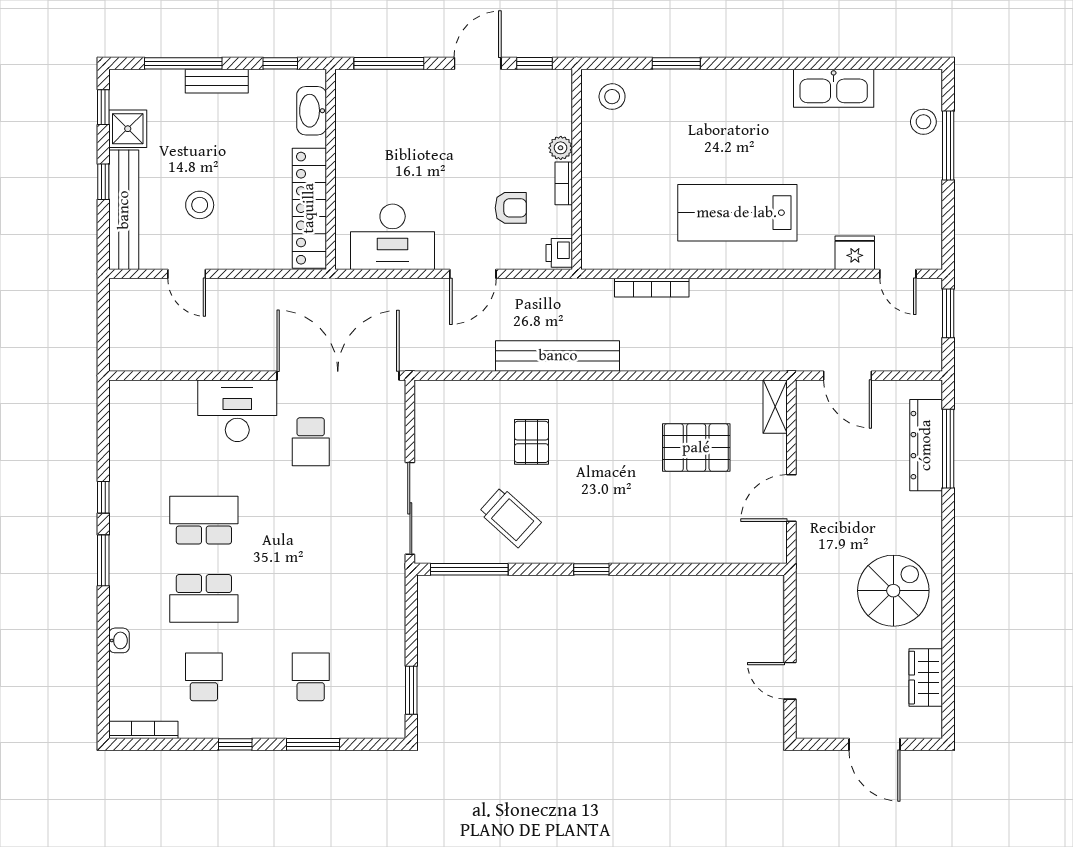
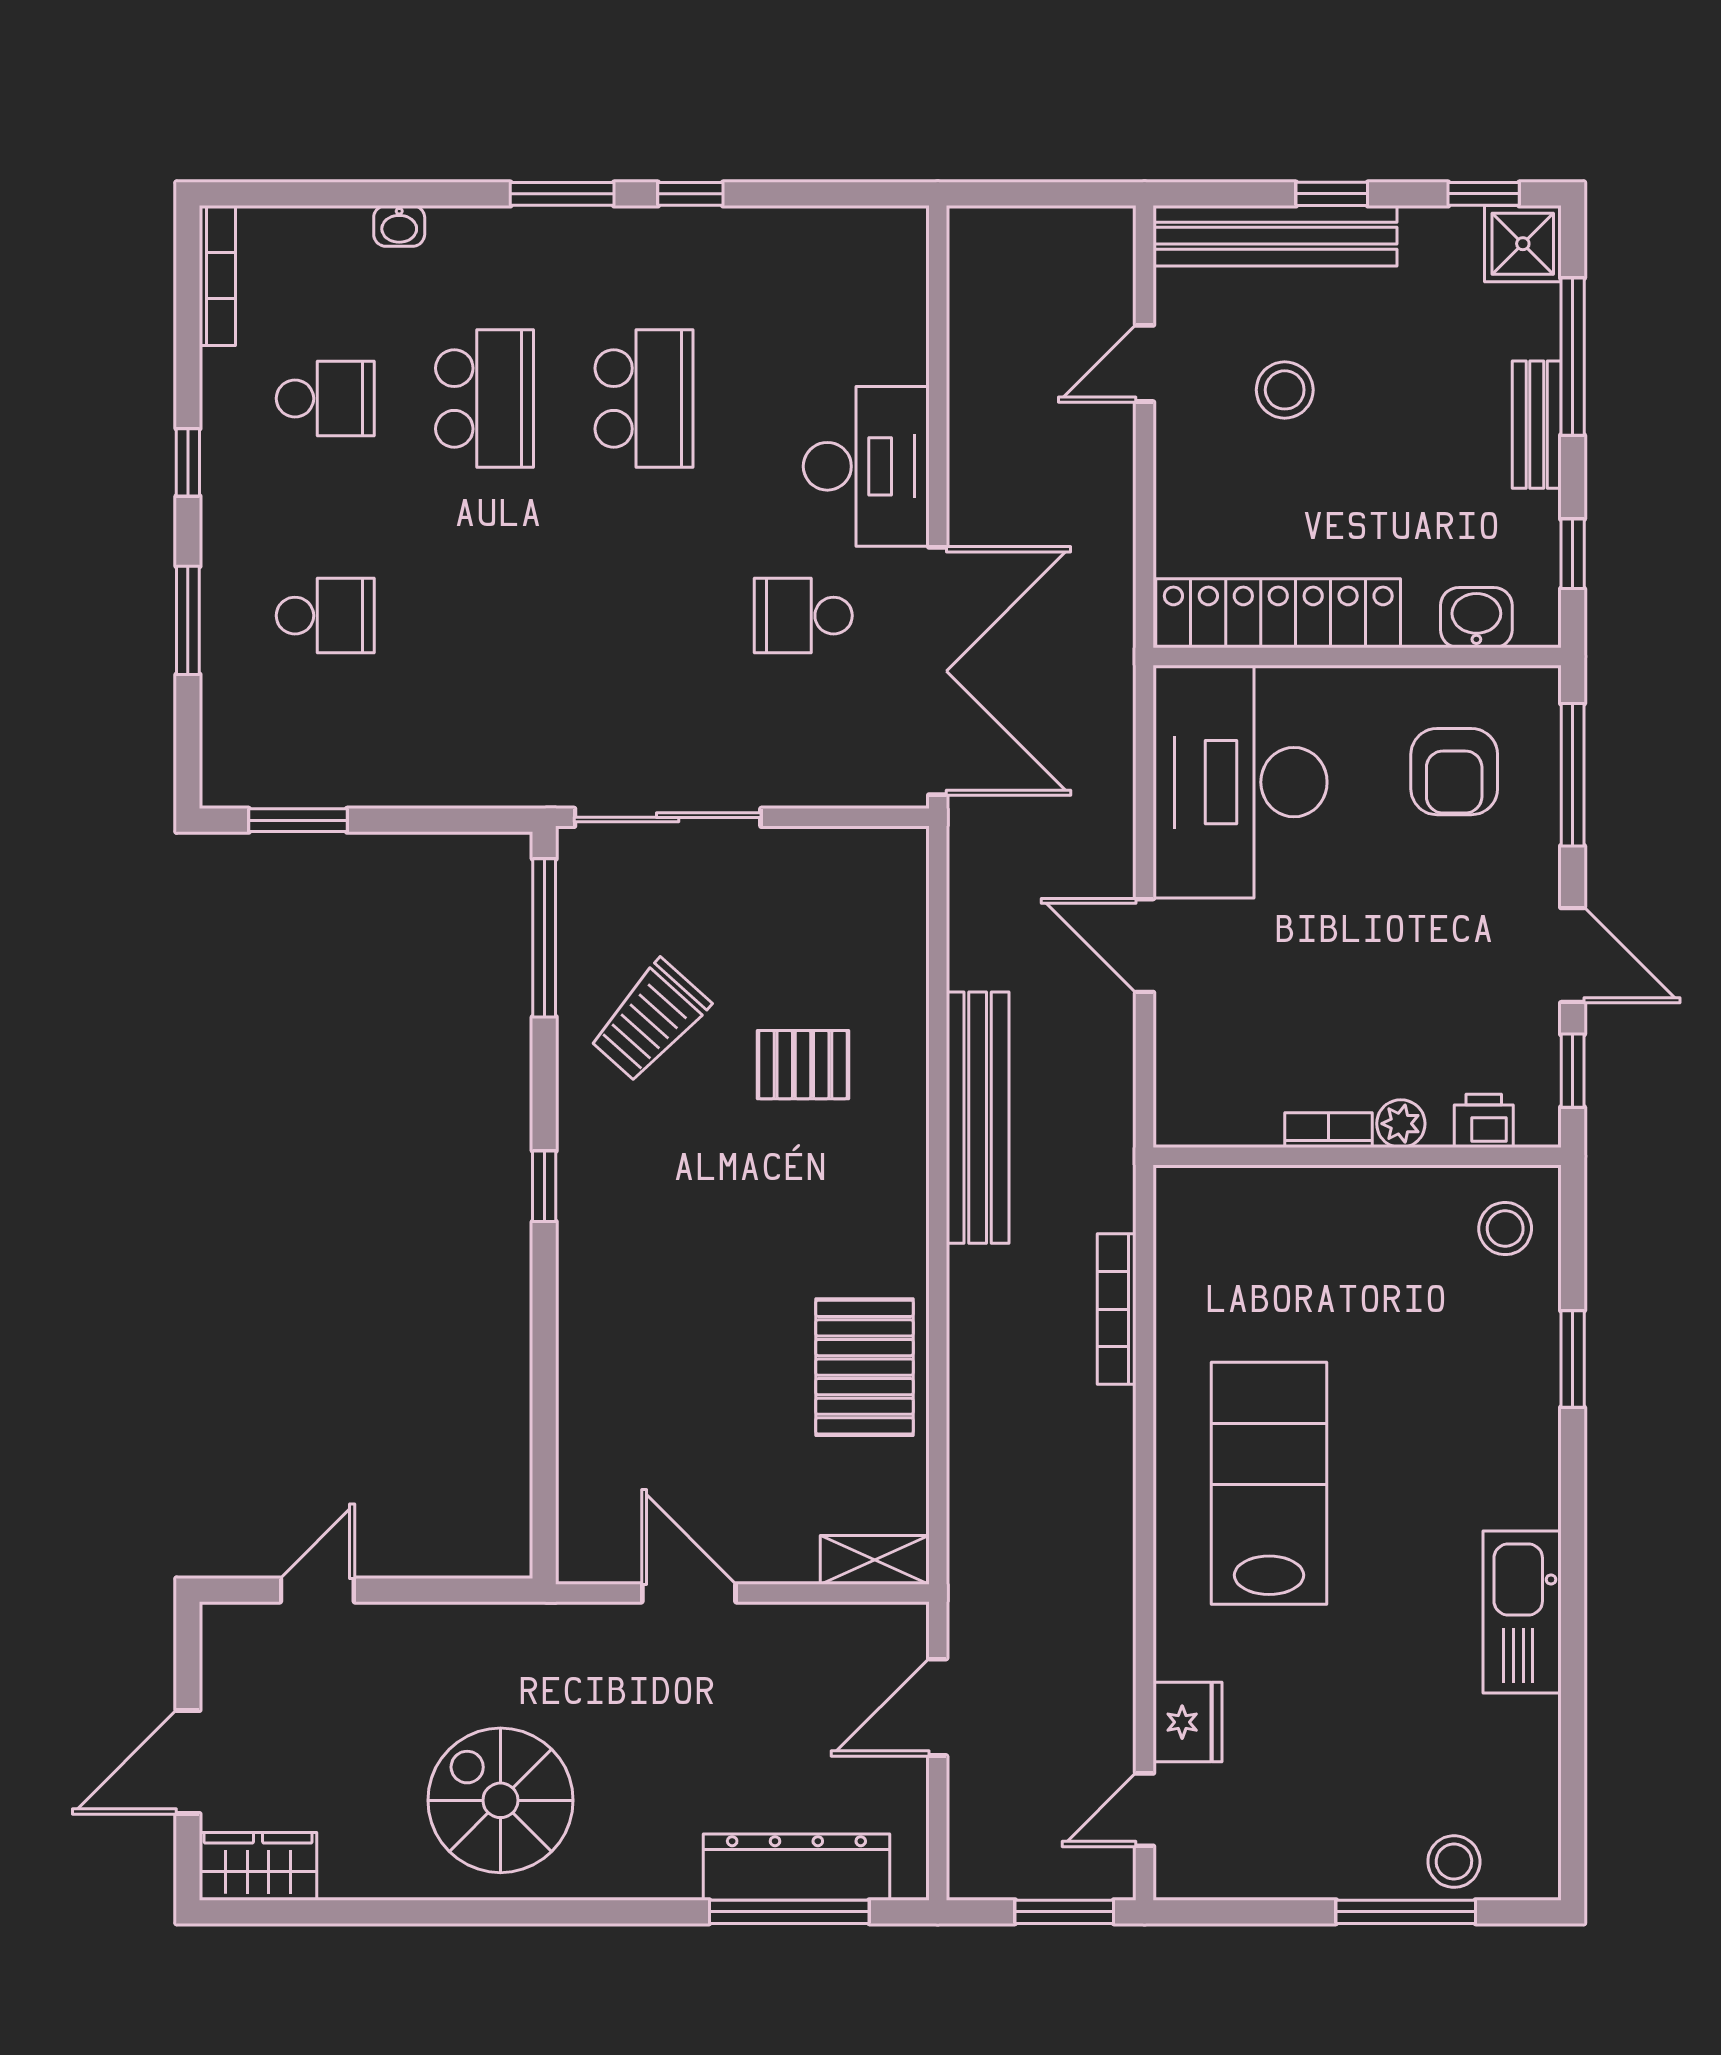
kitchen sink: (834, 88) -> (1522, 1612), moved
washbasin: (312, 111) -> (1476, 618), width x0.72
shower: (128, 129) -> (1523, 244), moved
armchair: (511, 208) -> (1454, 772), moved, width x1.38, depth x1.38
desk: (393, 237) -> (1240, 782), width x1.36, depth x1.30
printer: (559, 253) -> (1484, 1121), moved
pallet: (696, 448) -> (864, 1367), moved
spiral stairs: (893, 591) -> (500, 1800), turned 180
school desk: (204, 598) -> (485, 398), turned 180
wardrobe: (926, 678) -> (258, 1866), moved

